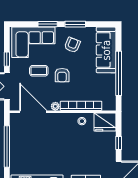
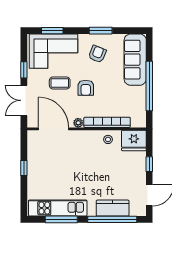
window: (48, 24) -> (52, 31), moved
window: (7, 147) -> (24, 168), width x0.32

